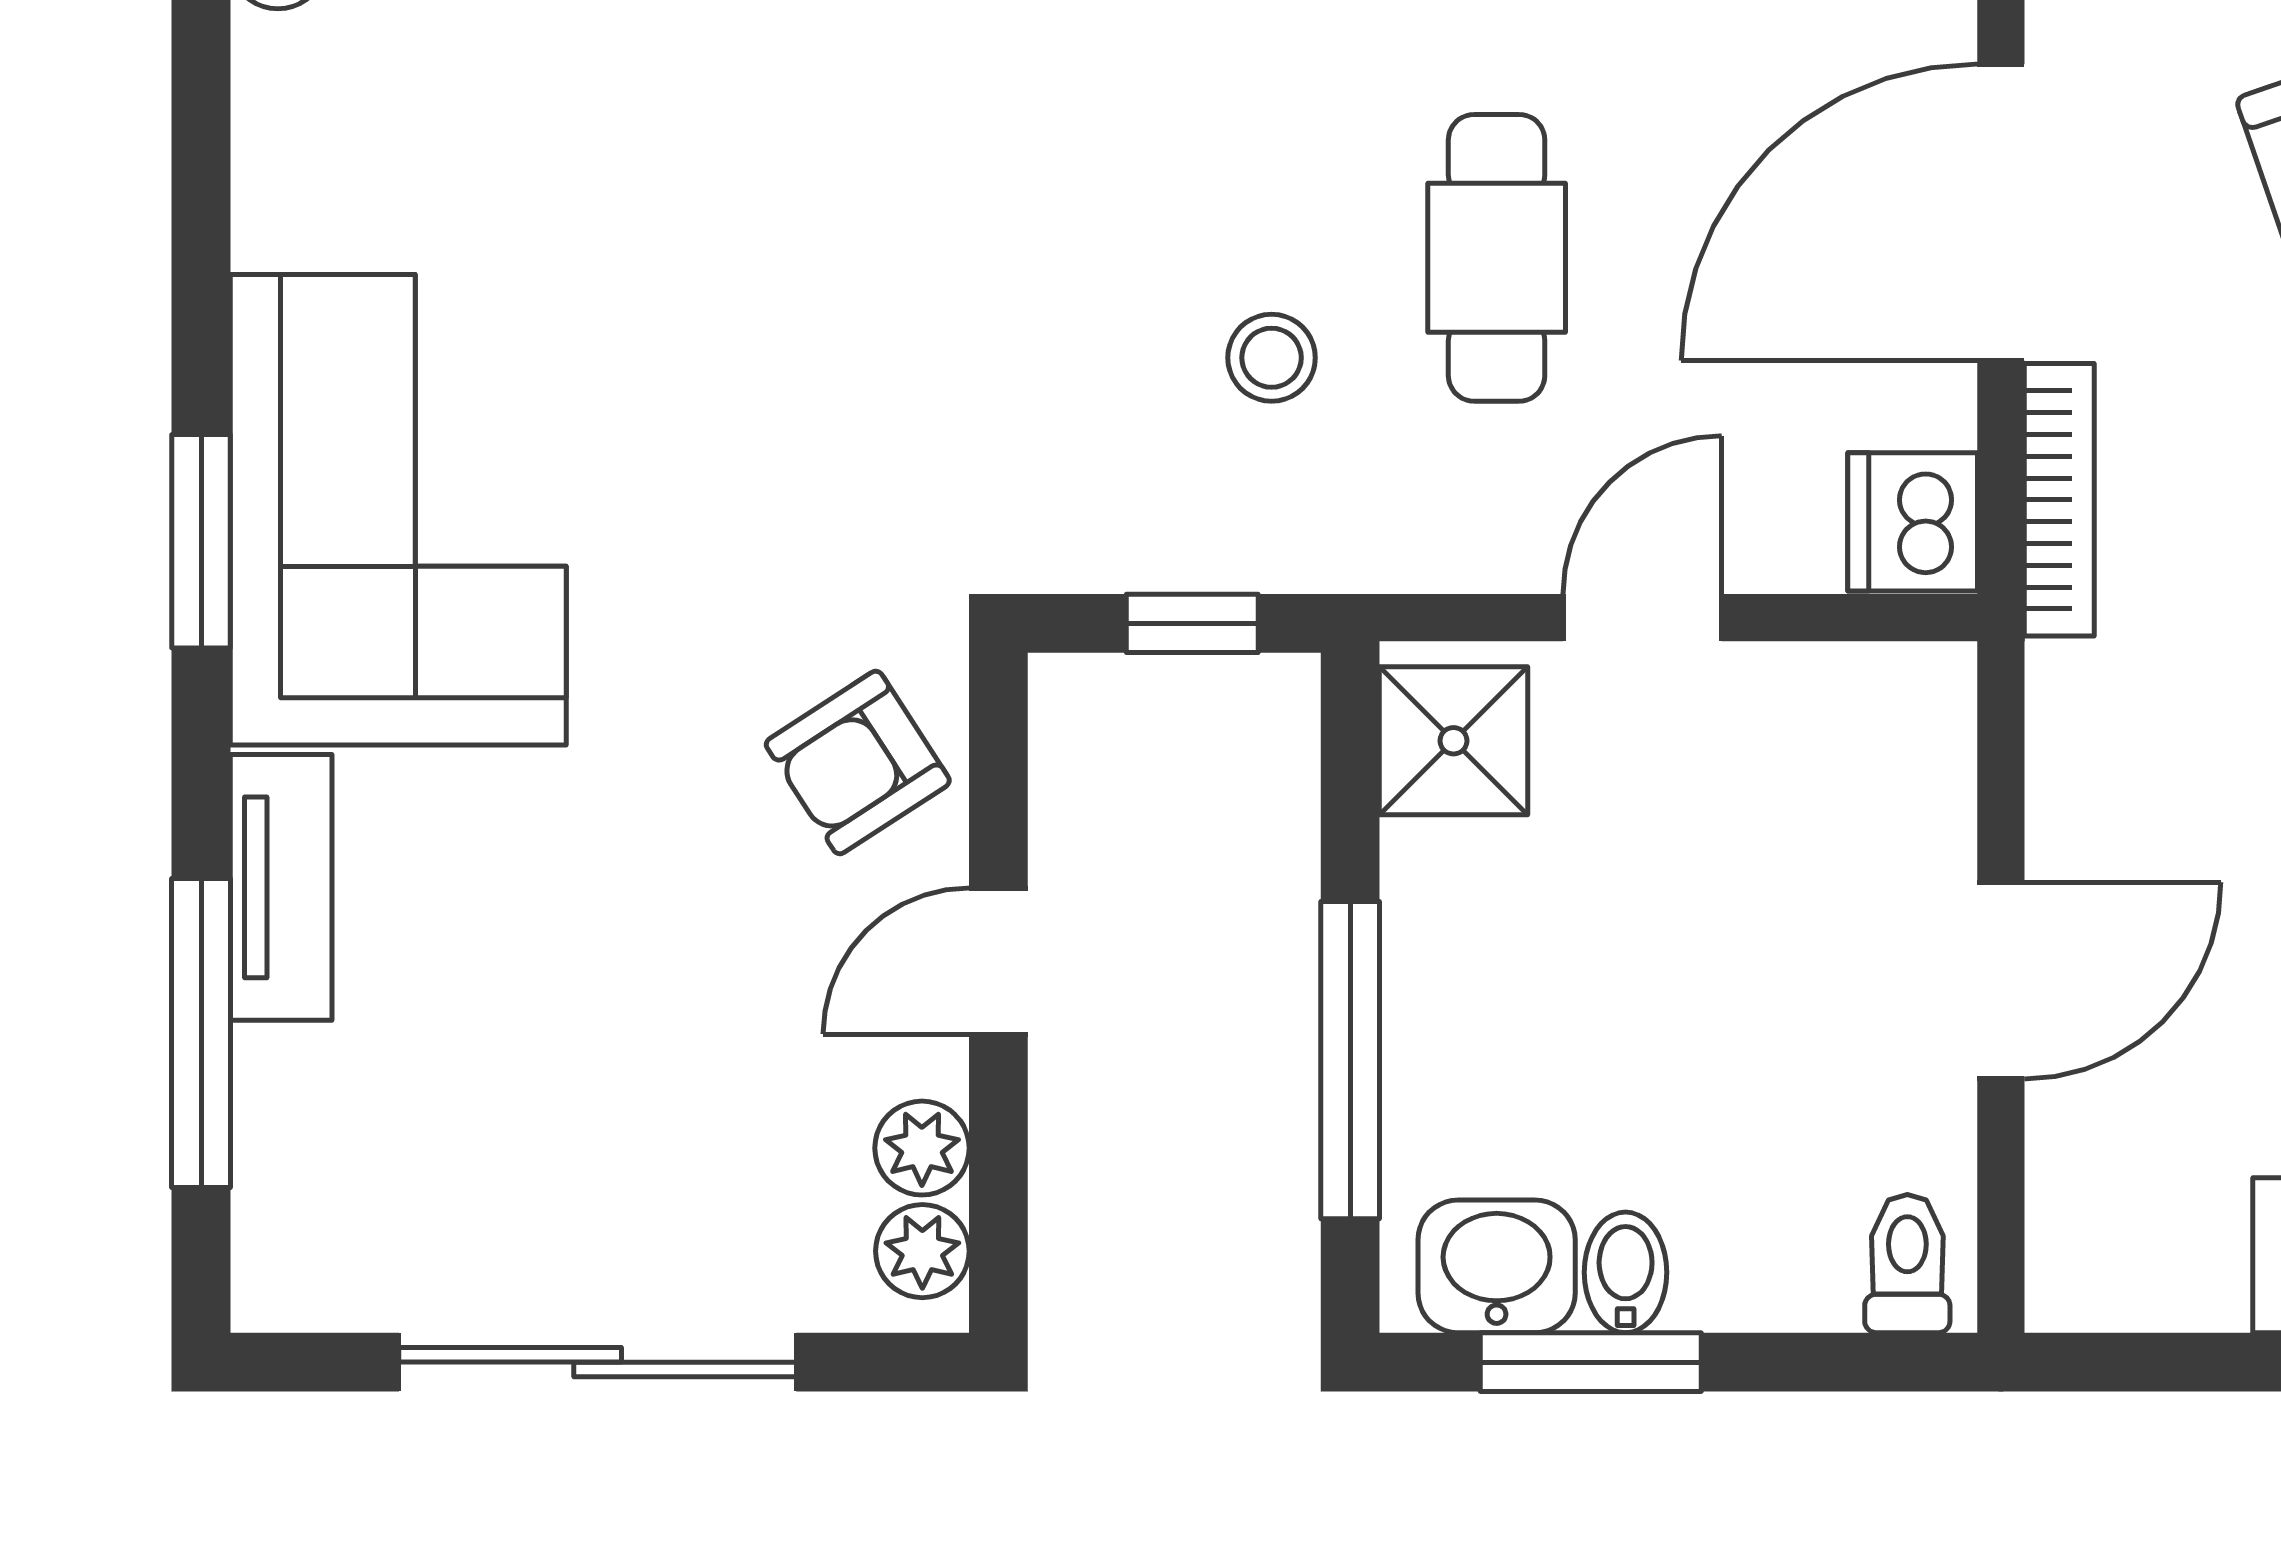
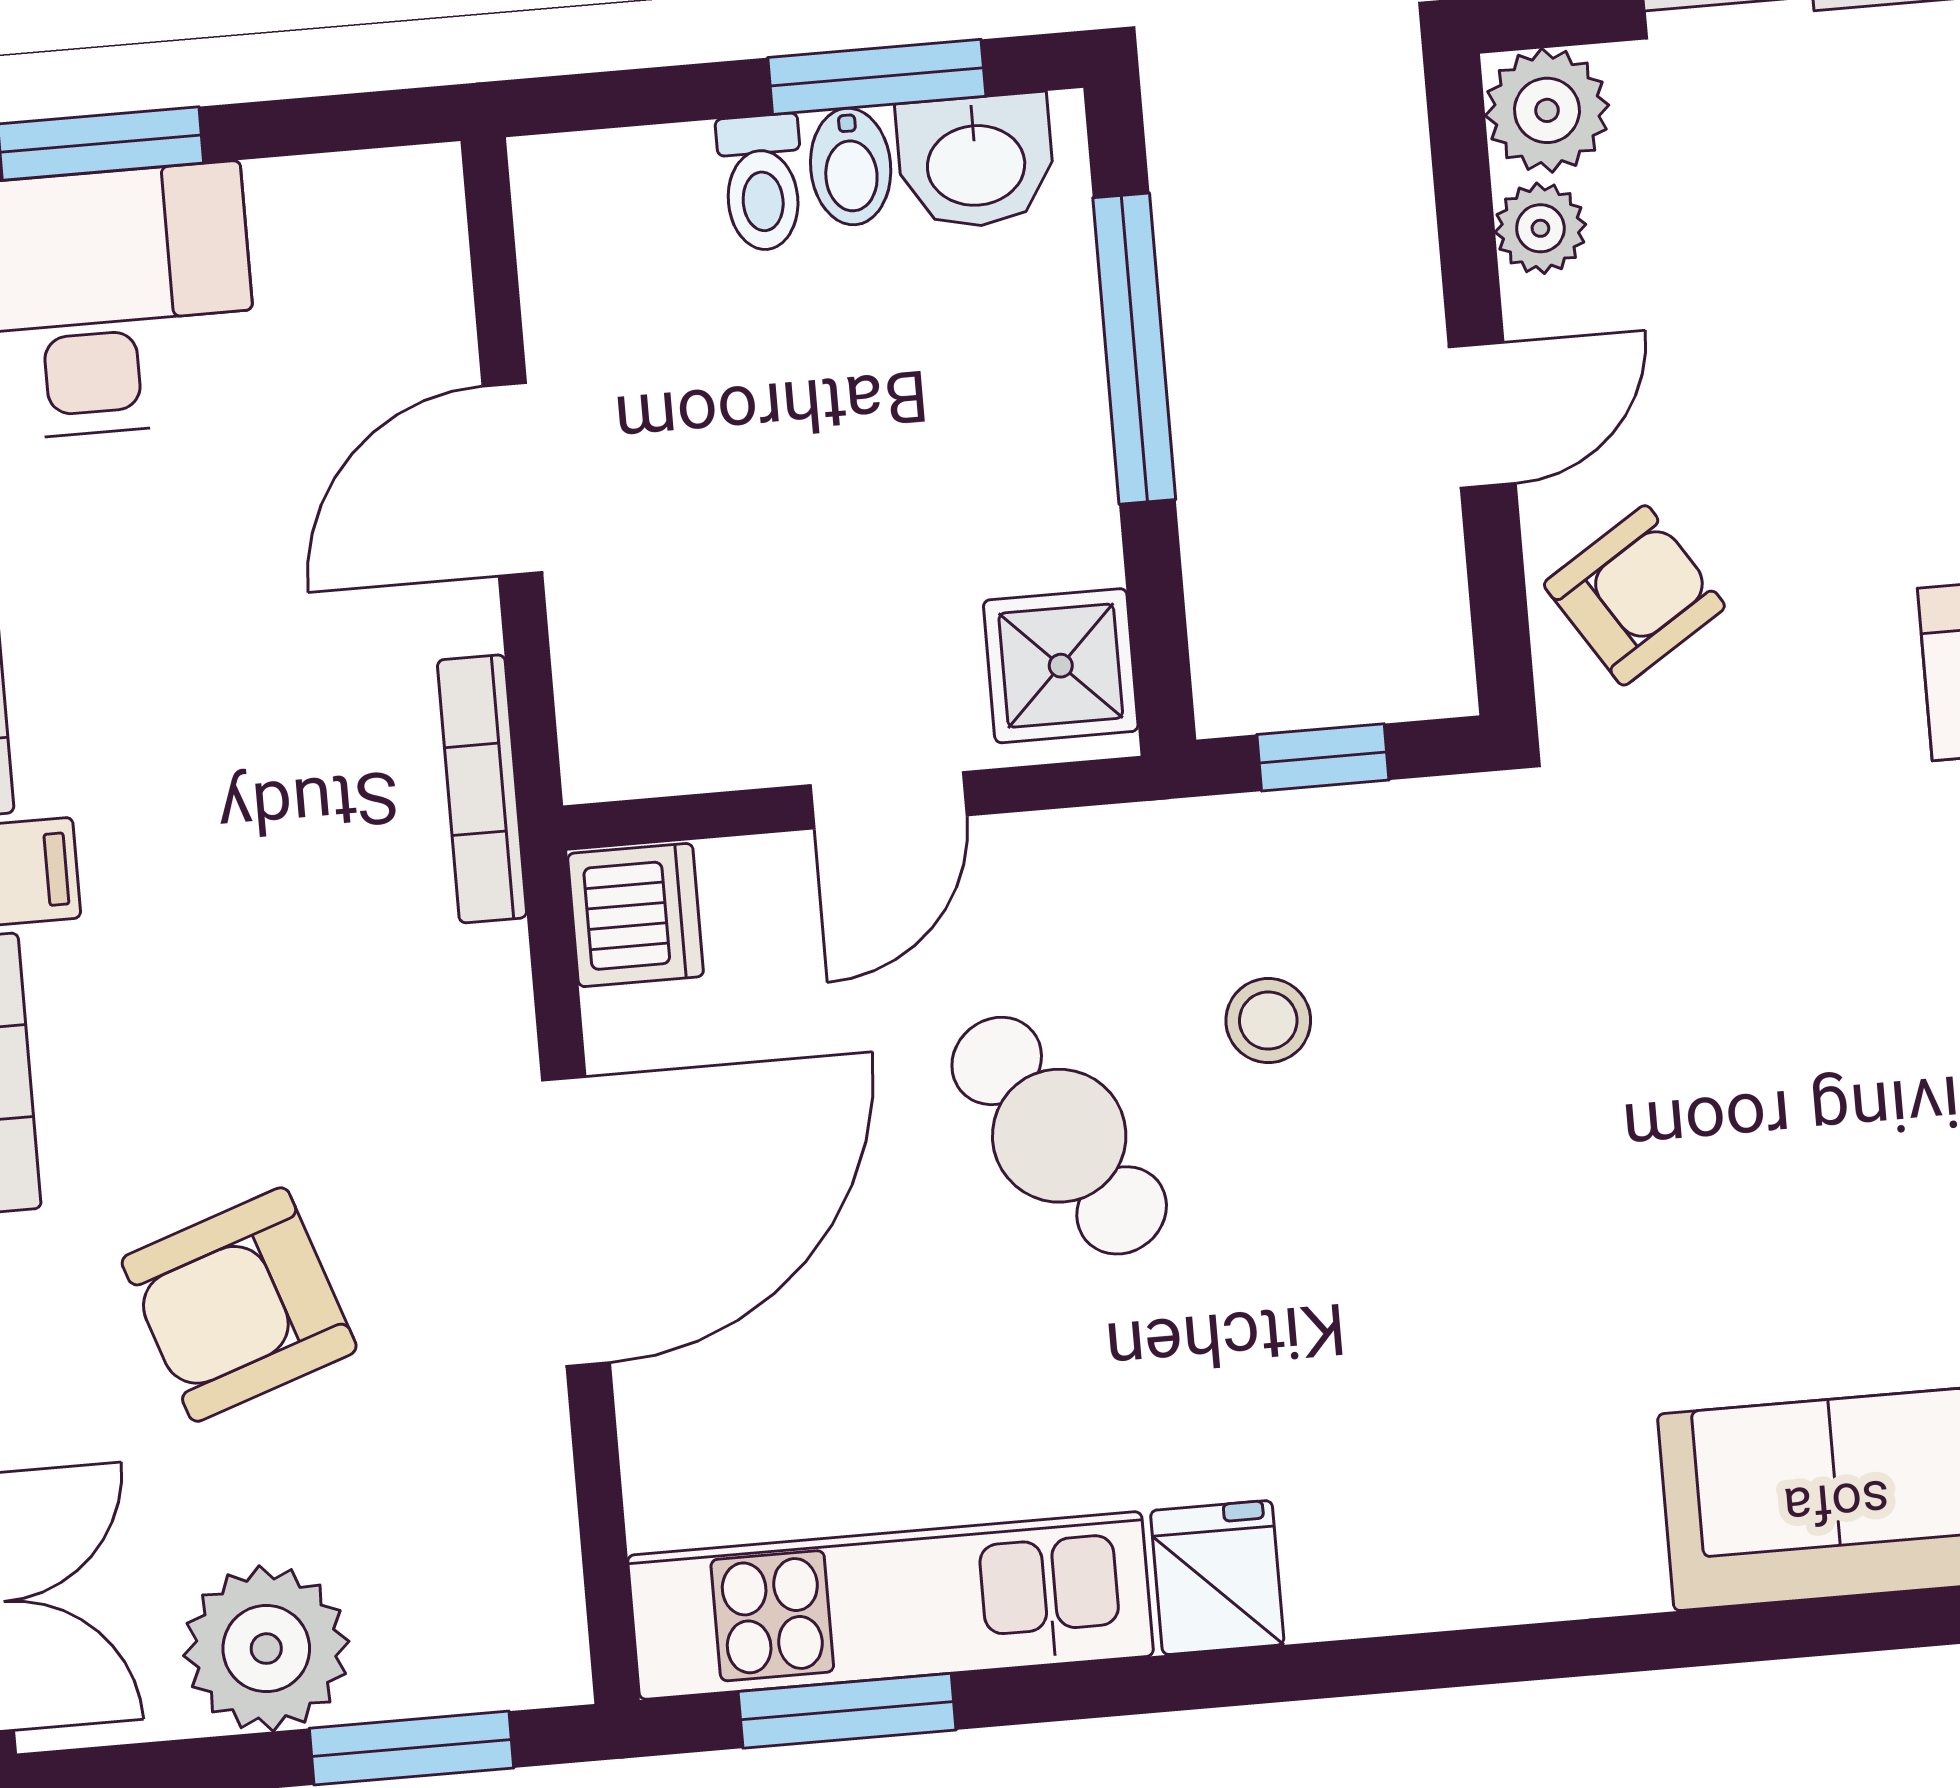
cafe table: (1497, 258) -> (1059, 1136), turned -35
bookcase: (2059, 500) -> (482, 789), moved
plant: (922, 1251) -> (1547, 110), width x1.38, depth x1.38
toilet: (1907, 1264) -> (762, 183), moved

